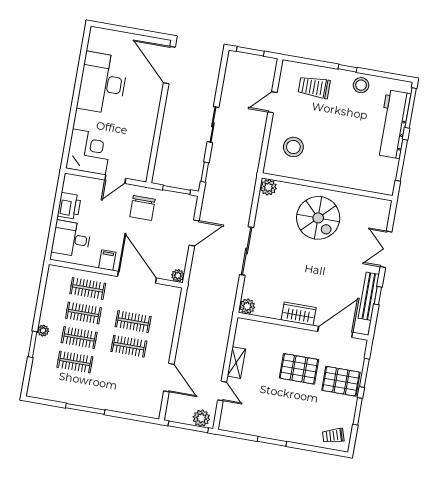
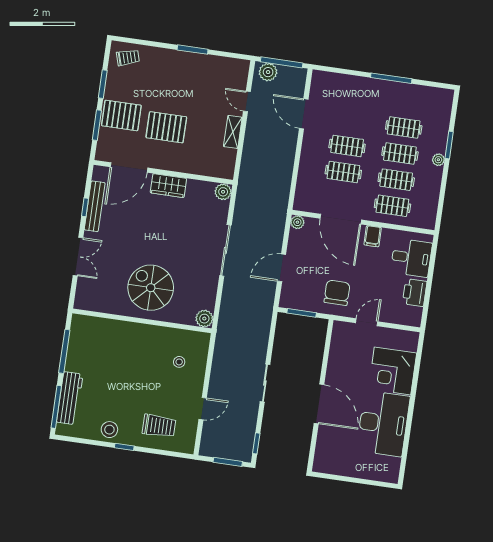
door: (169, 65) -> (319, 404), moved
workbench: (393, 124) -> (70, 398), width x0.73, depth x0.76
stool: (293, 147) -> (179, 362), width x0.53, depth x0.53
corner desk: (89, 152) -> (393, 371), moved
window: (205, 172) -> (256, 443), moved

